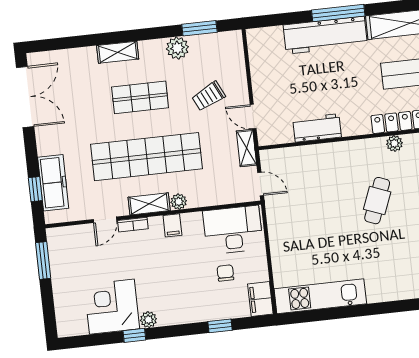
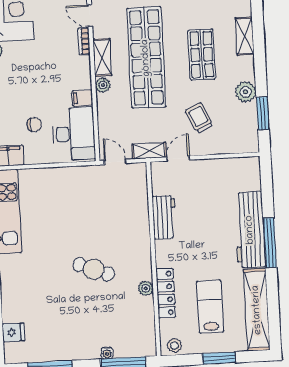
door: (261, 184) -> (115, 162), swing flipped
filing cabinet: (172, 225) -> (82, 98), moved

